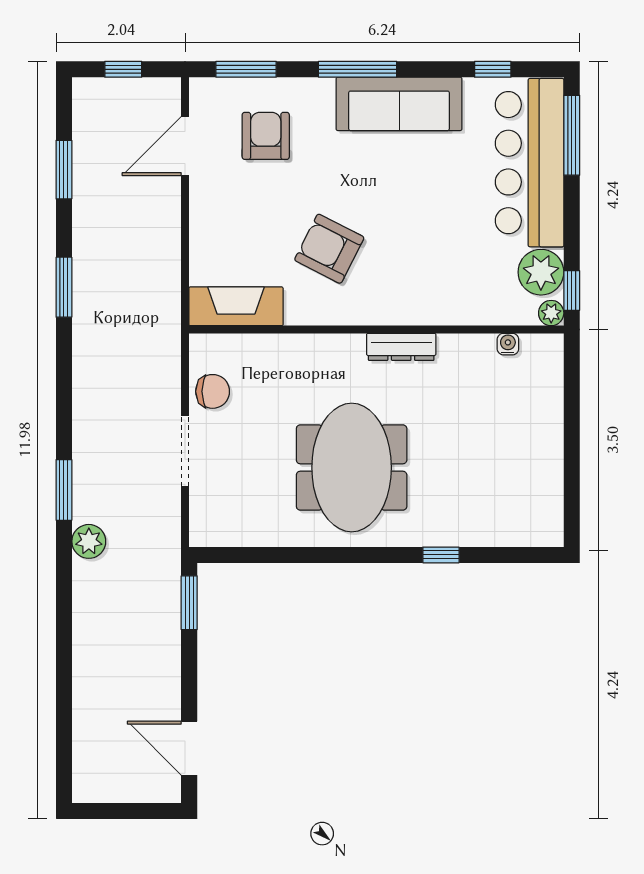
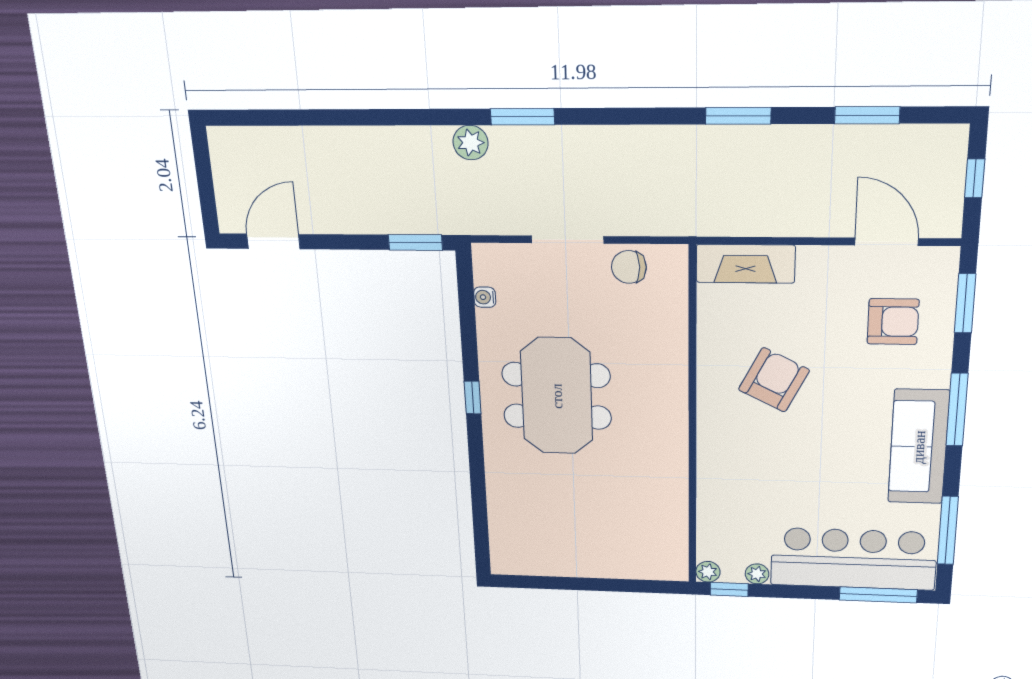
window: (493, 69) -> (948, 530), width x2.17
plant: (541, 272) -> (757, 574), width x0.53, depth x0.53
fireplace: (236, 306) -> (746, 264), moved, turned 90
water cooler: (508, 344) -> (485, 297), moved, turned 180
dresser: (401, 347) -> (675, 443), removed
chair: (213, 391) -> (629, 267), turned 90
meeting table: (352, 468) -> (557, 396), turned 90
window: (441, 555) -> (473, 398), moved

